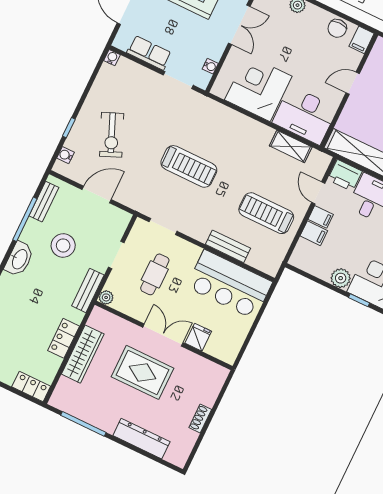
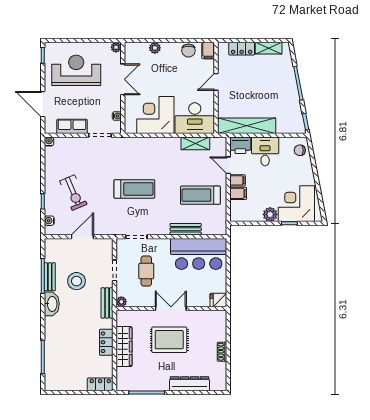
bench: (44, 202) -> (50, 277), moved
fridge: (198, 337) -> (218, 300), moved, turned -90

